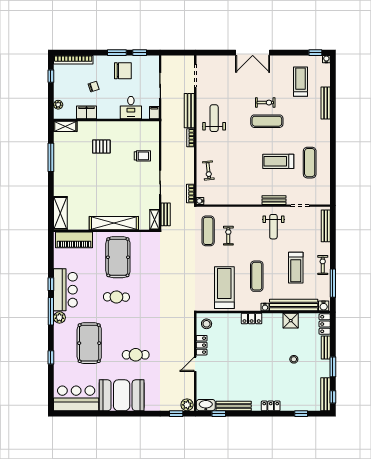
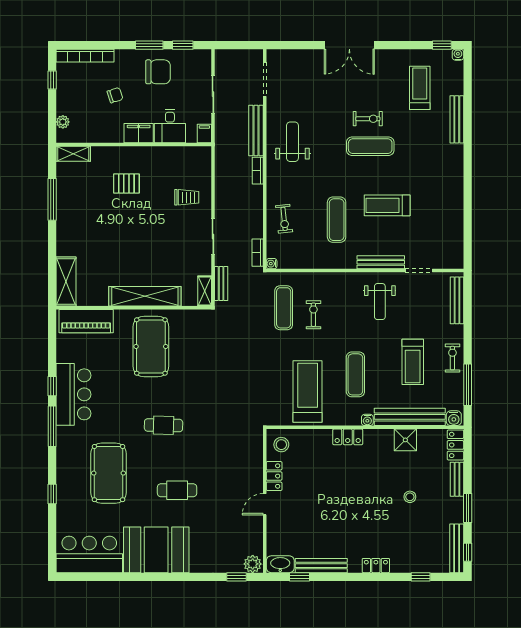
filing cabinet: (86, 112) -> (139, 133), moved
exercise mat: (310, 163) -> (337, 220), moved
bench: (274, 200) -> (381, 262), width x1.36
cafe table: (116, 297) -> (164, 425), moved
plant: (59, 317) -> (65, 435), removed

